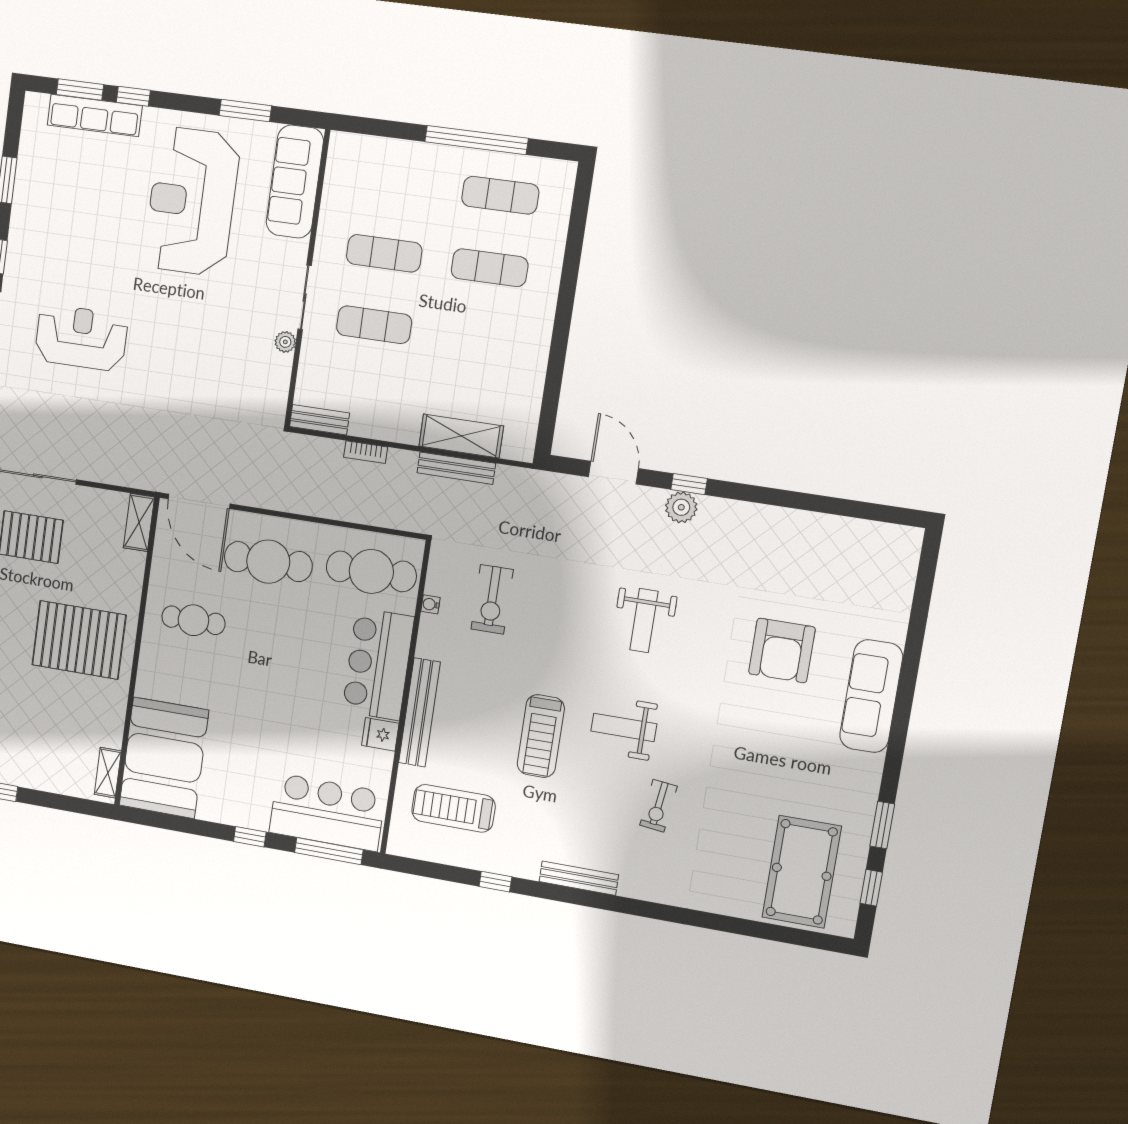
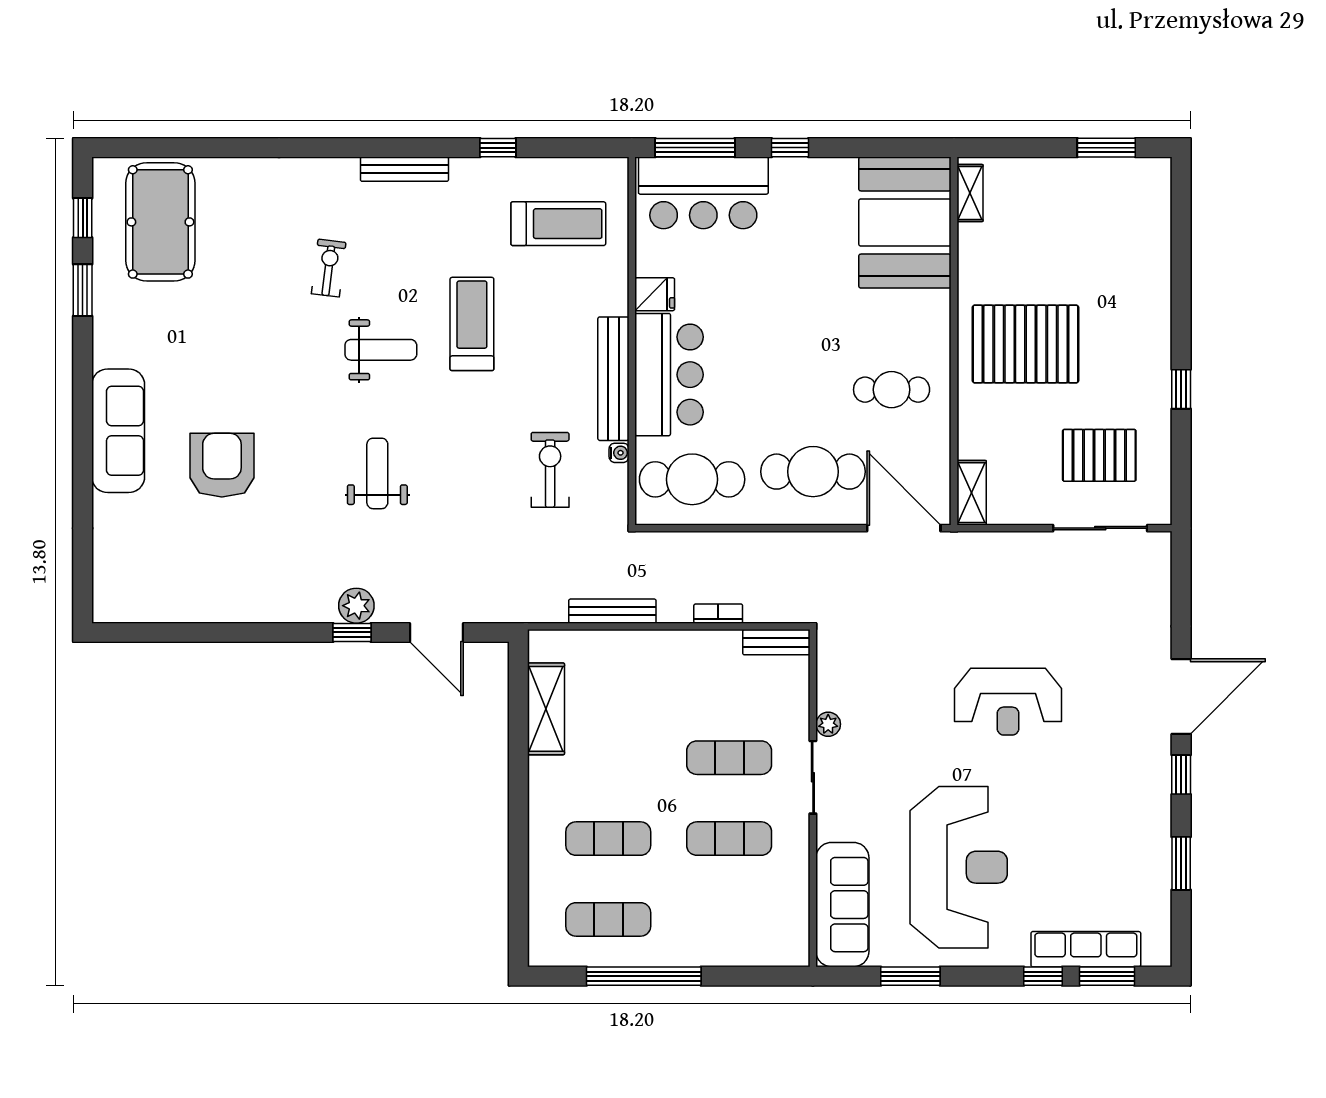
reception desk: (81, 338) -> (1008, 702), moved
shelving: (461, 436) -> (546, 709), moved, turned 90
bench: (419, 712) -> (613, 379), moved

